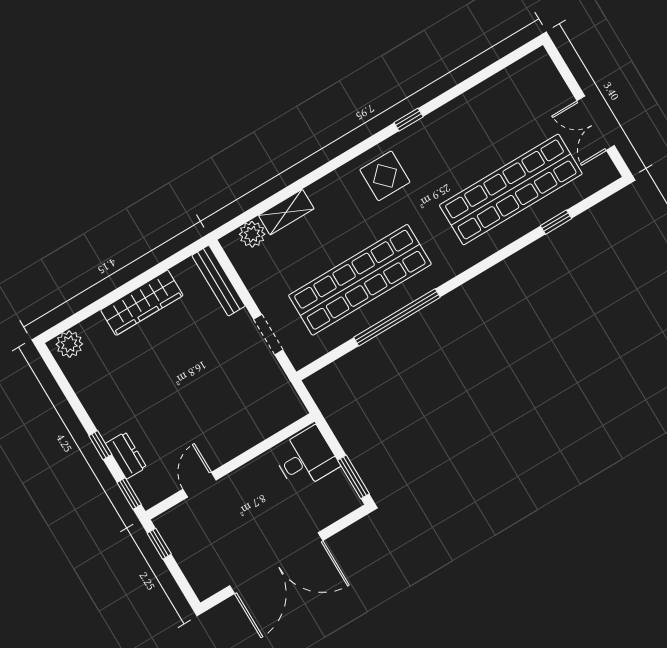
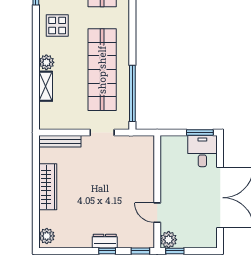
plant: (252, 234) -> (46, 62), moved
window: (397, 317) -> (132, 93), moved
dresser: (126, 455) -> (105, 241), moved
desk: (306, 459) -> (202, 151), moved
plant: (170, 525) -> (169, 240), added

